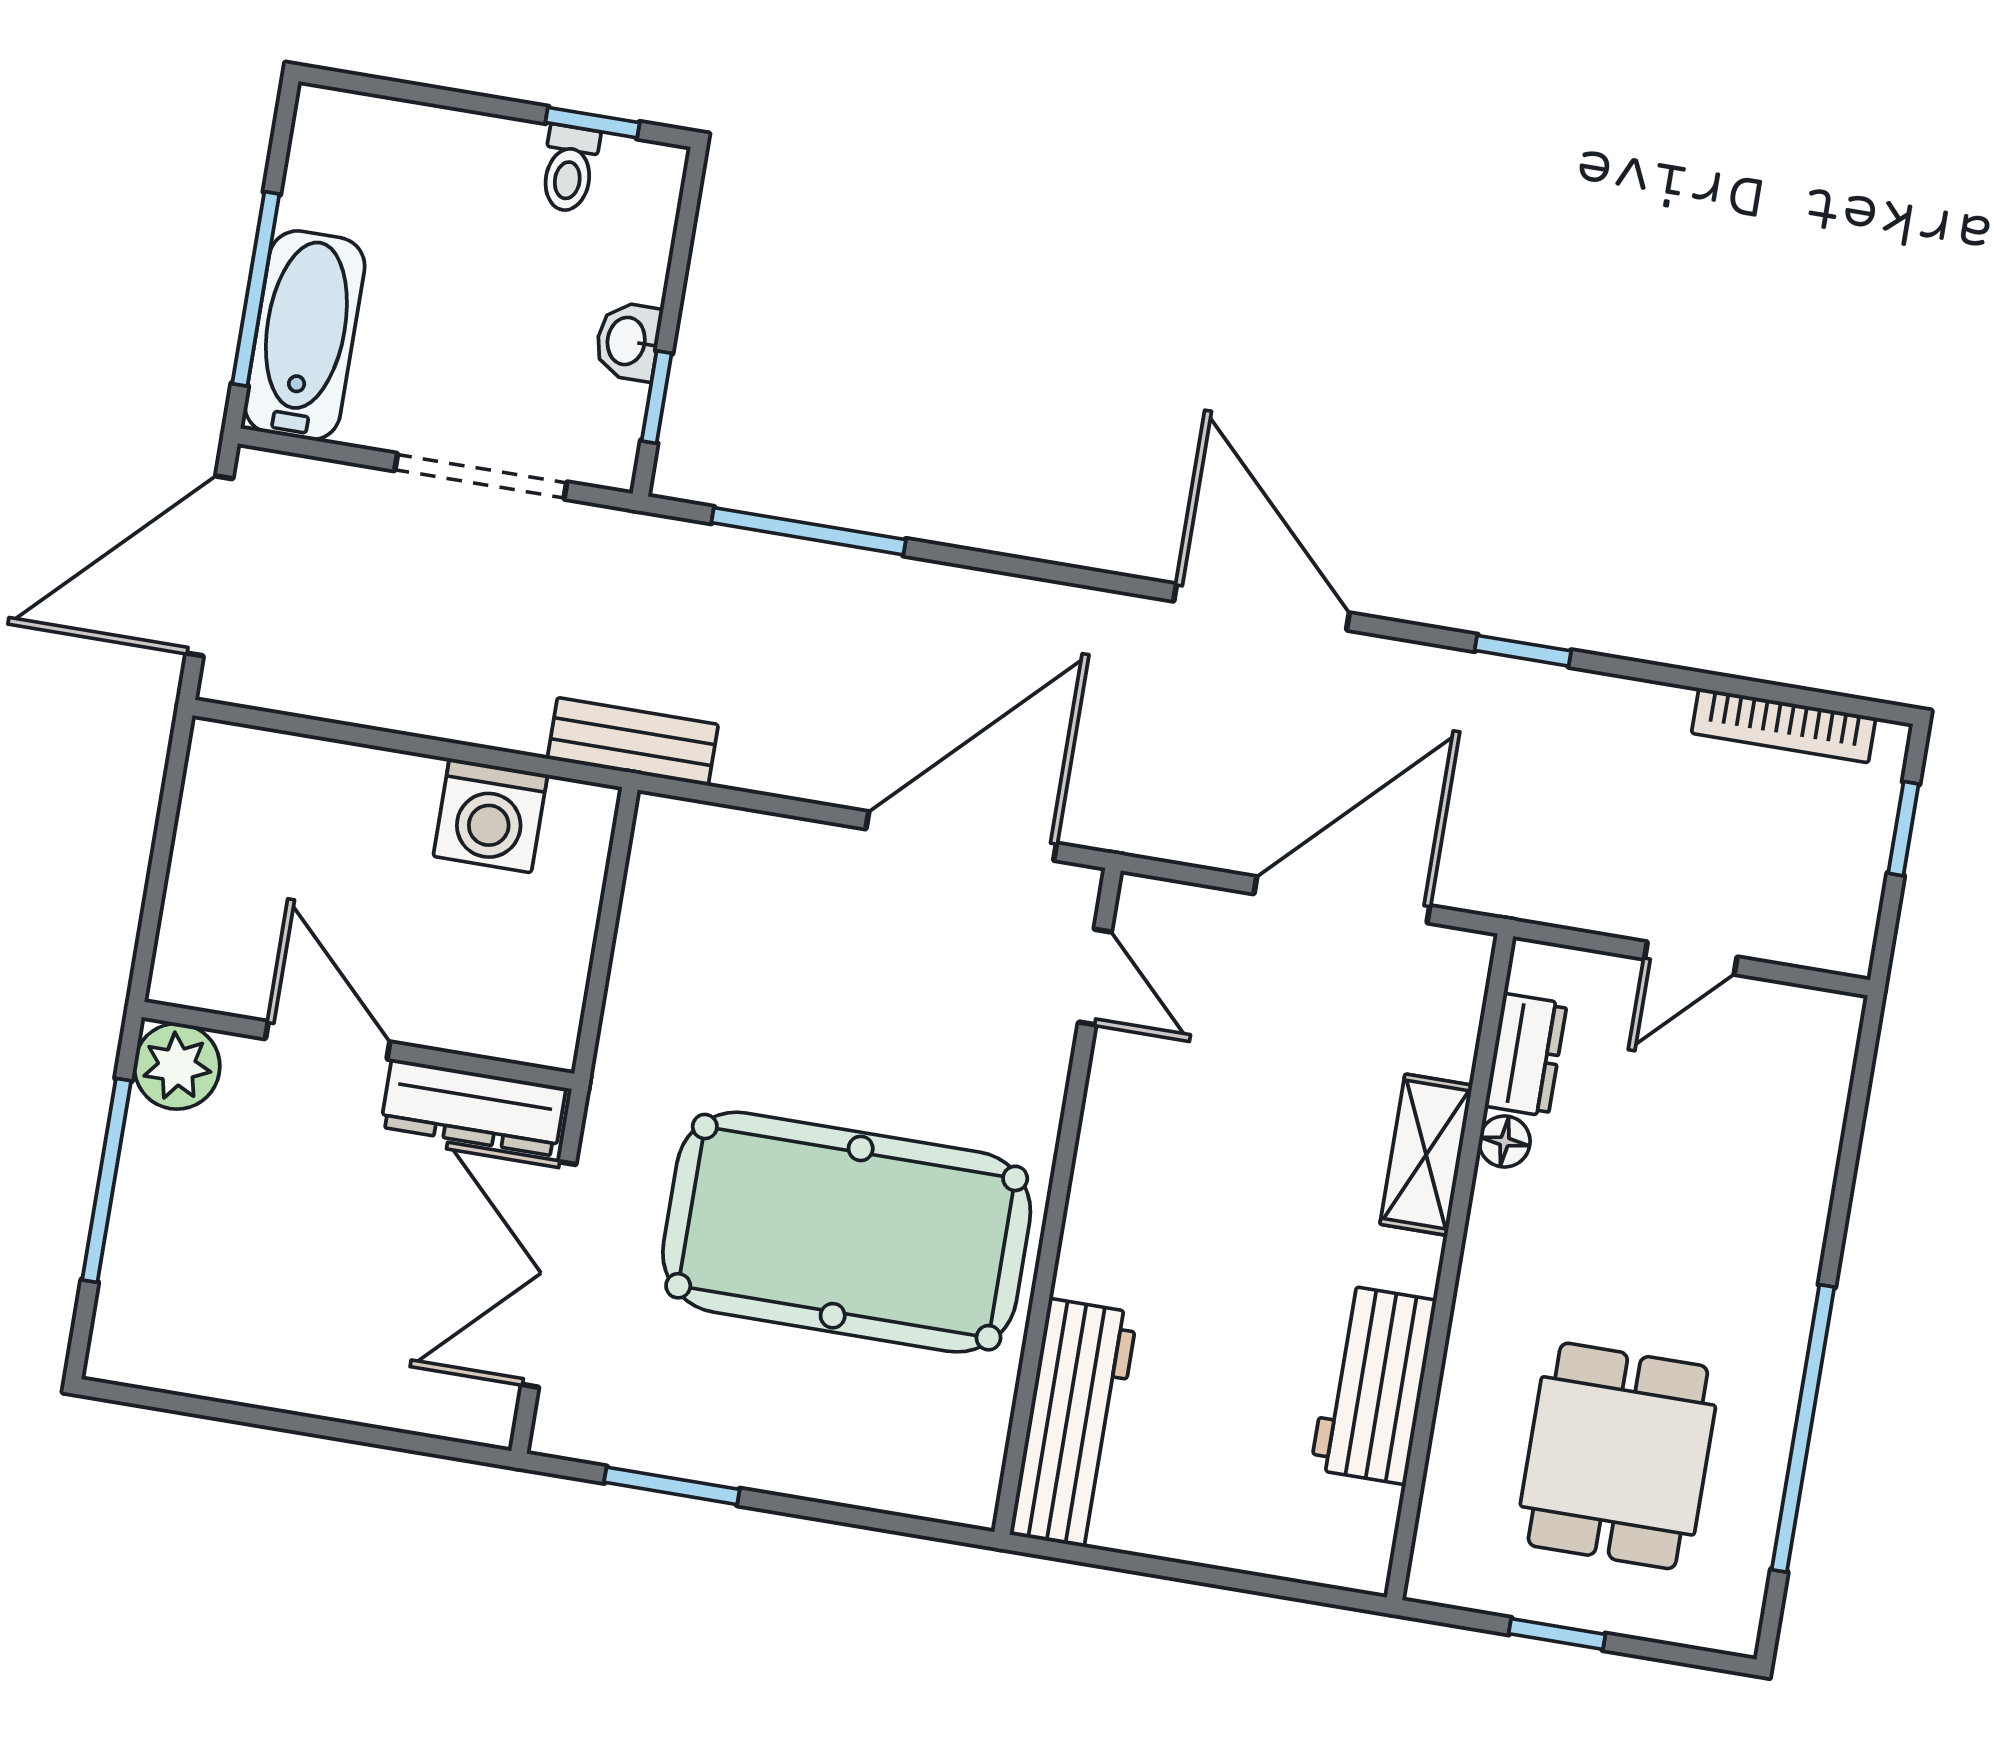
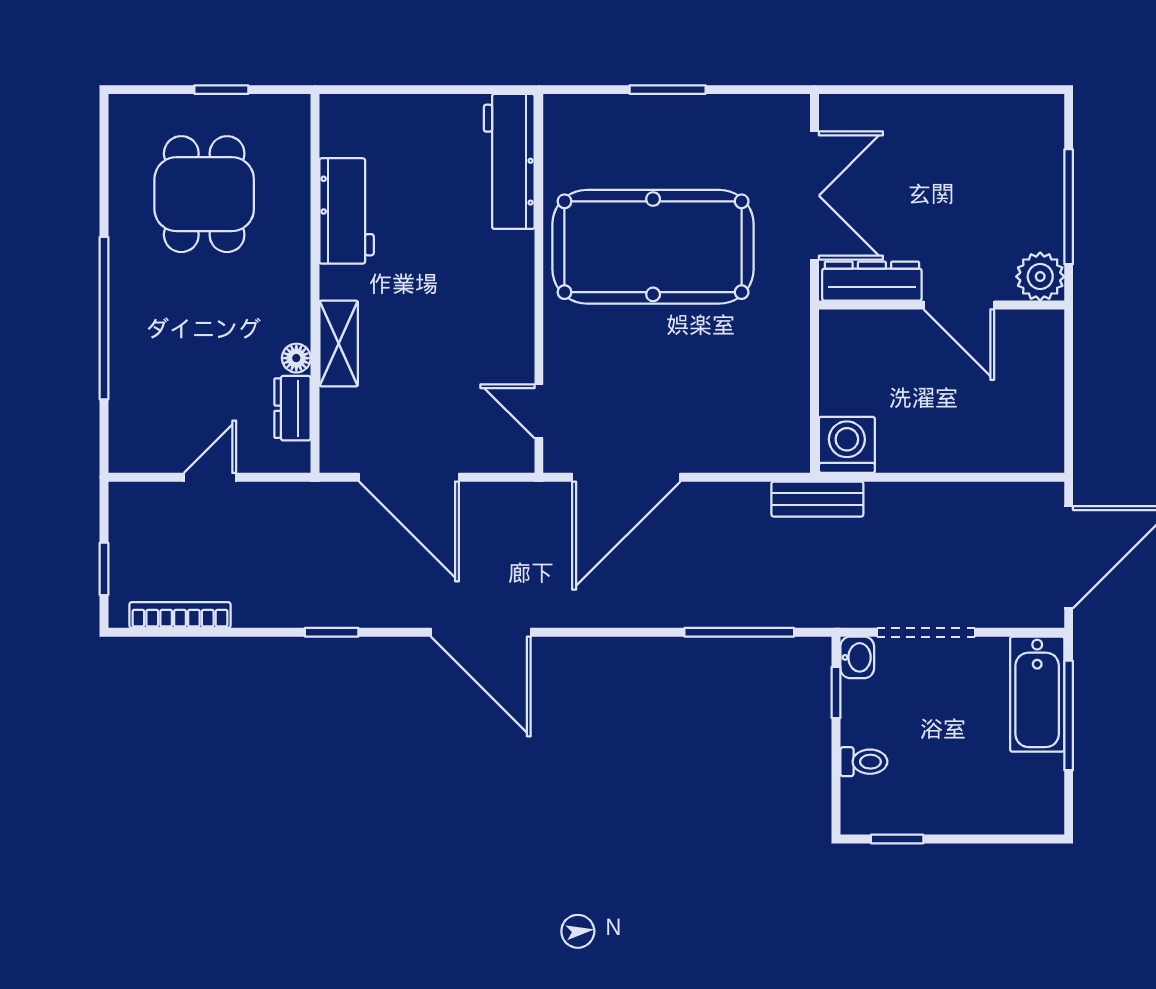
toilet: (569, 169) -> (864, 762), moved, turned 90
washbasin: (628, 341) -> (857, 657), moved
washing machine: (490, 815) -> (847, 445), moved
door: (1342, 900) -> (409, 477), hinge flipped
window: (1803, 1428) -> (104, 318), moved
window: (672, 1486) -> (668, 90), moved

